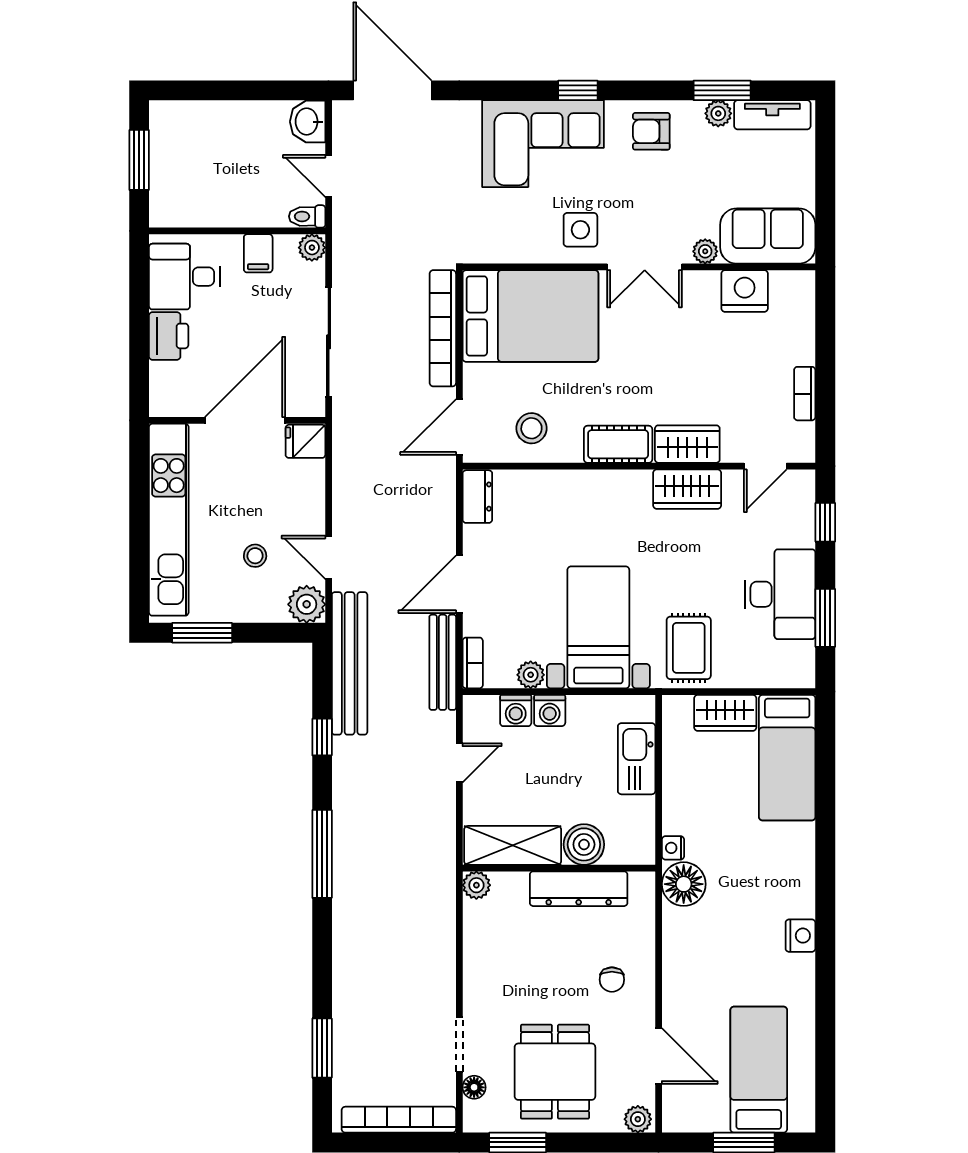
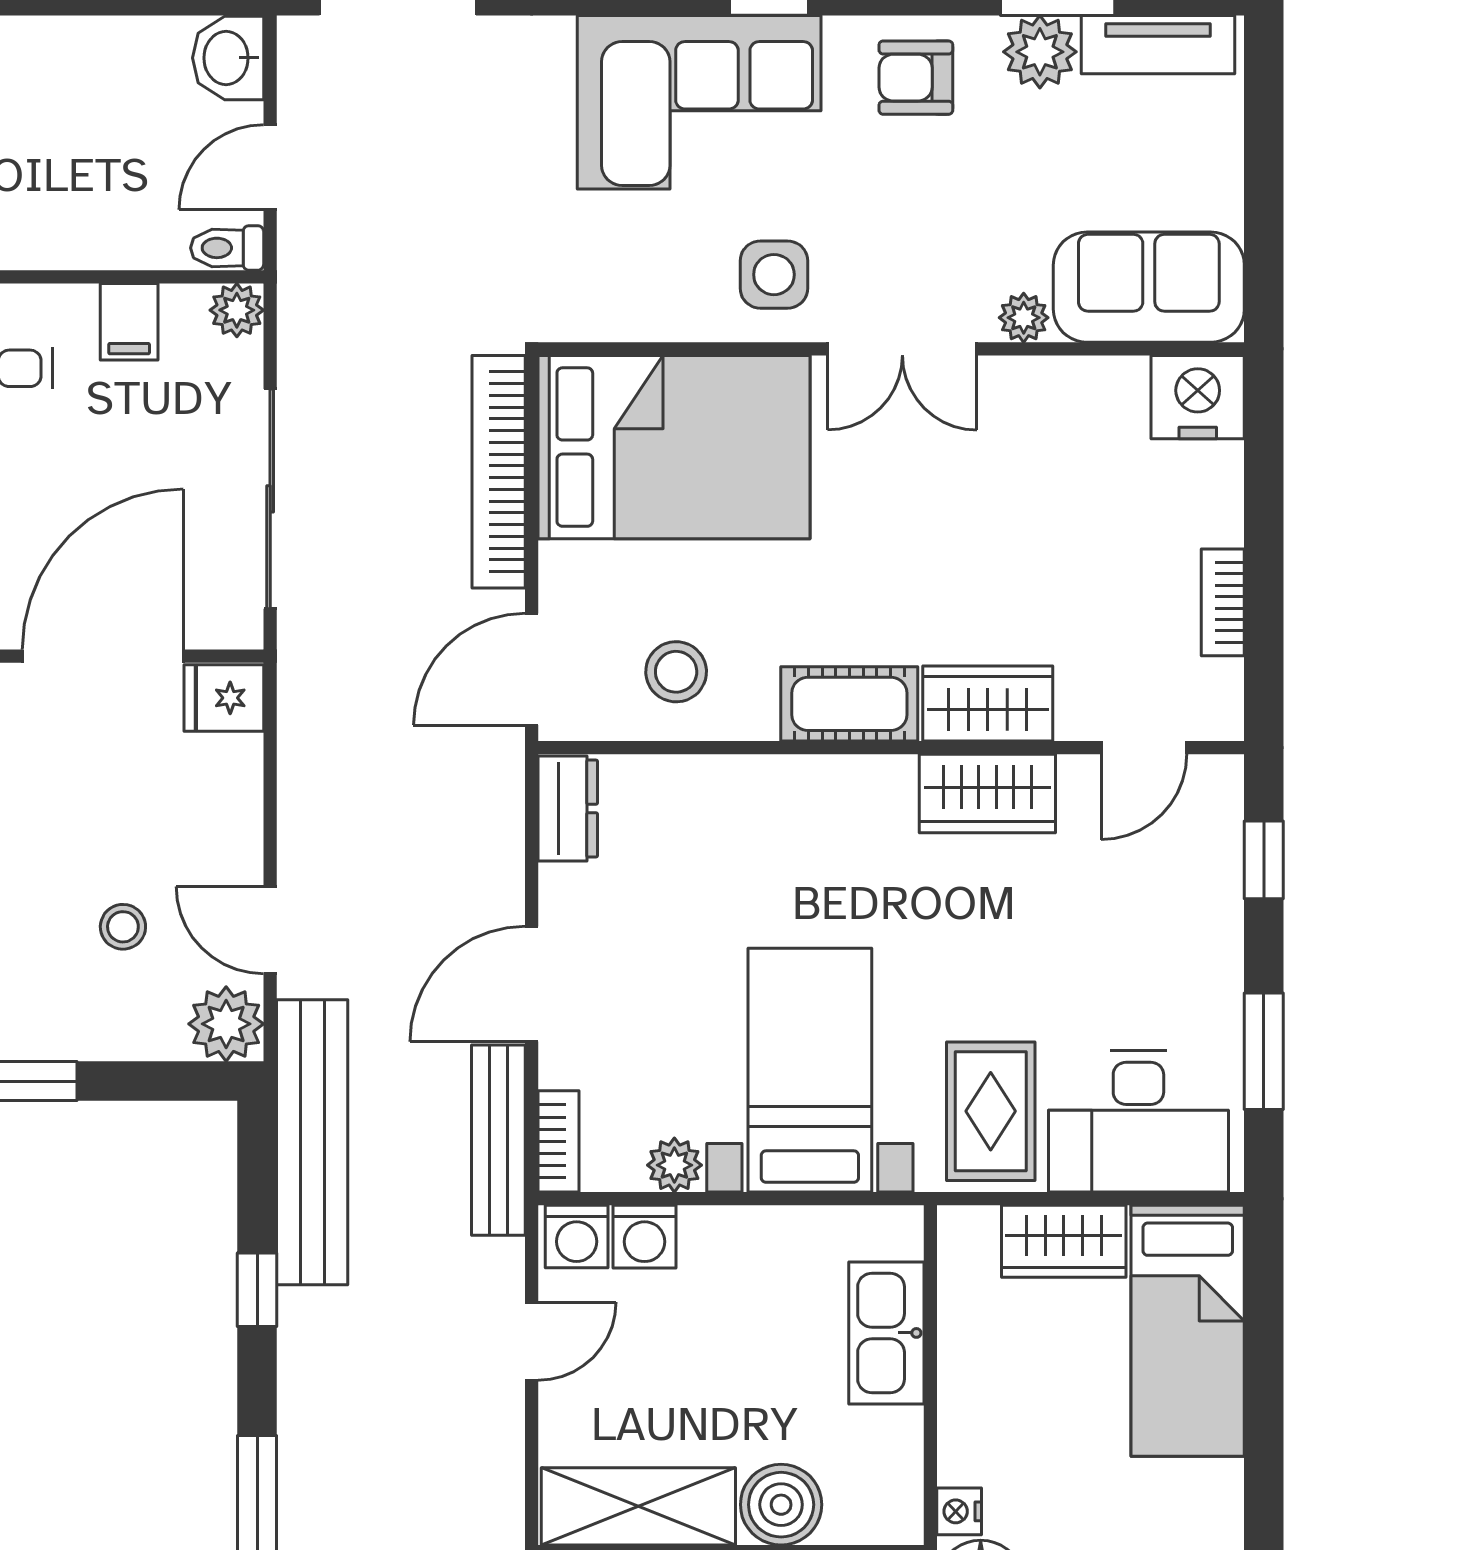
plant: (718, 113) -> (1040, 52), width x1.38, depth x1.38
door: (329, 176) -> (270, 167), hinge flipped
nightstand: (745, 291) -> (1198, 397), moved
desk: (780, 594) -> (1138, 1122), moved, turned 90
washing machine: (550, 710) -> (577, 1237), moved

